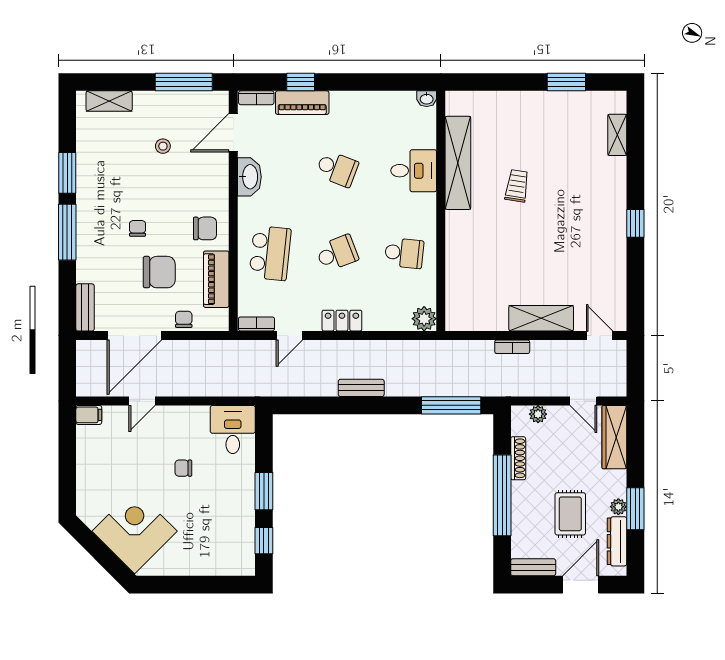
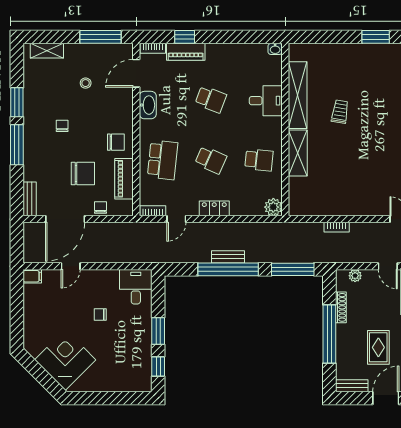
chair: (138, 228) -> (62, 126), moved
school desk: (337, 253) -> (211, 160), turned 45
shelving: (541, 318) -> (298, 153), moved, turned 90
window: (361, 405) -> (228, 269), added

